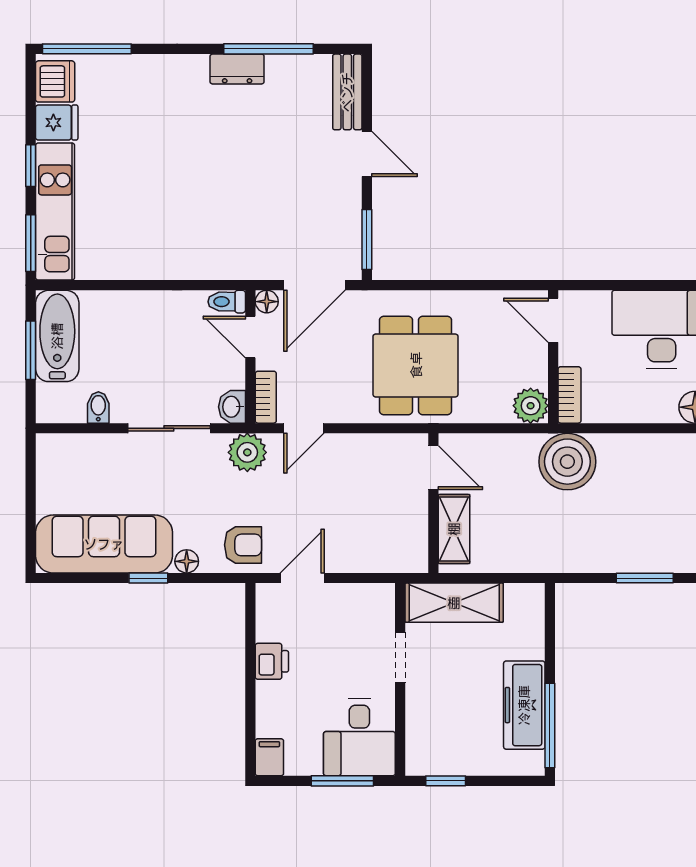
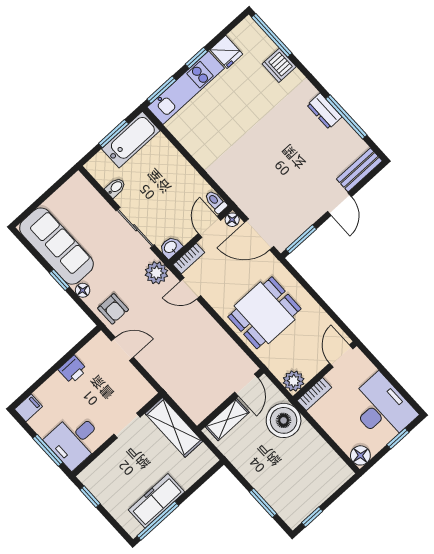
dishwasher: (55, 81) -> (279, 65), moved, turned 90
door: (433, 468) -> (246, 385), moved
wall: (433, 503) -> (230, 400), moved
shelving: (454, 529) -> (227, 420), moved

